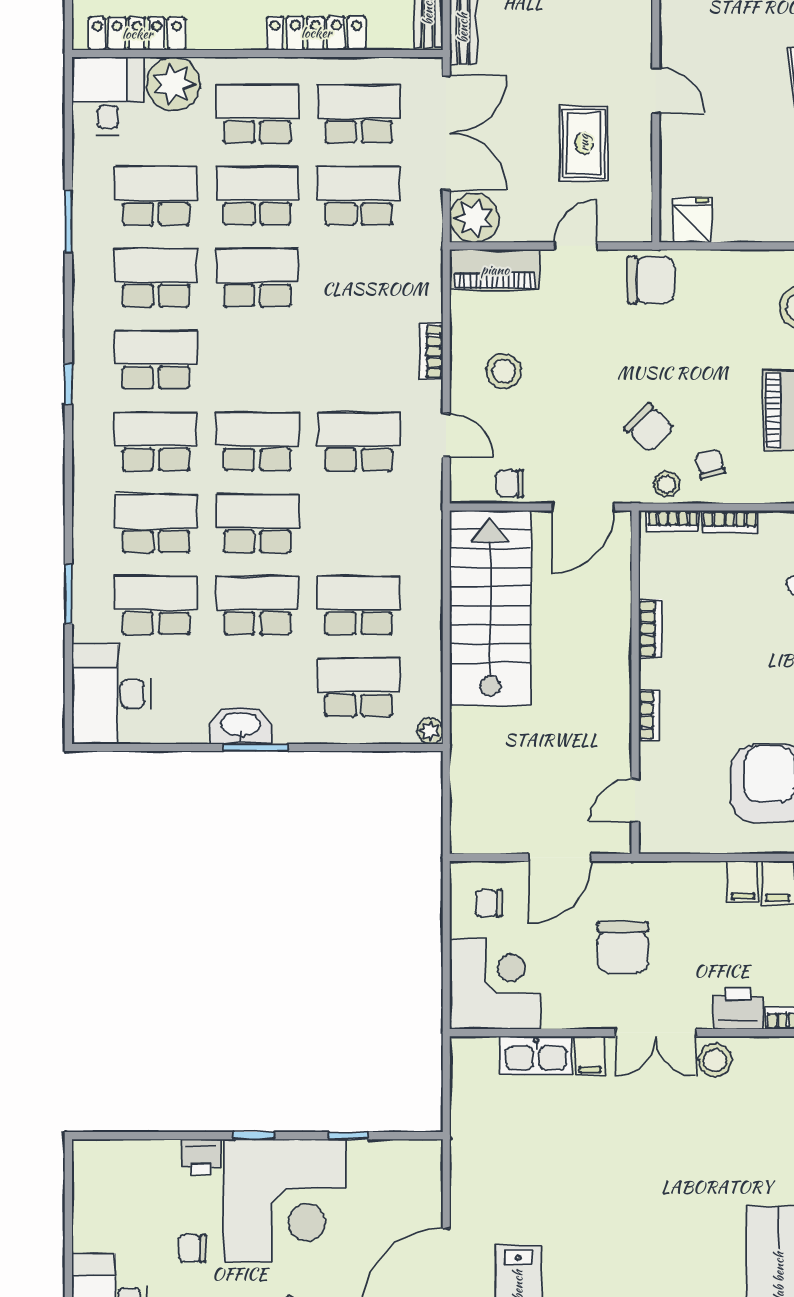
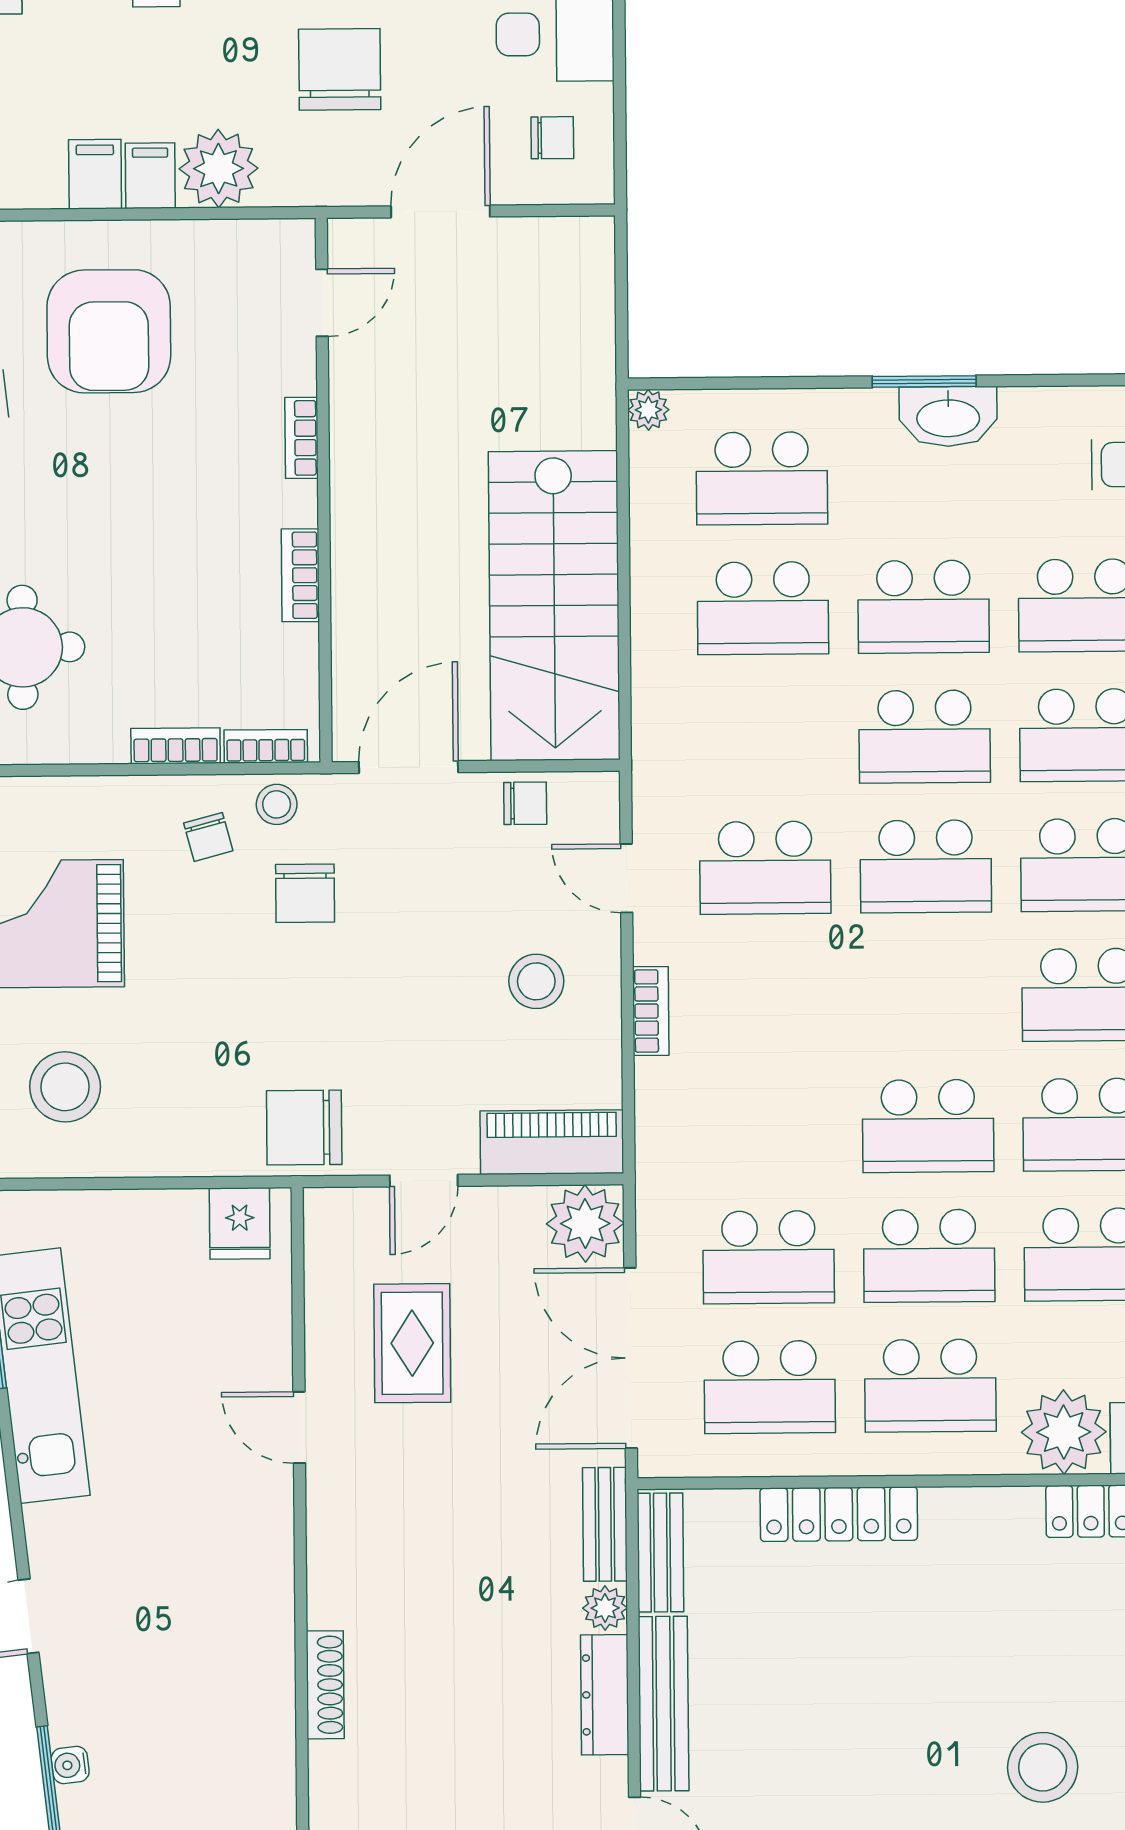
chair: (649, 428) -> (305, 893), turned -135
plant: (700, 886) -> (219, 169), added

